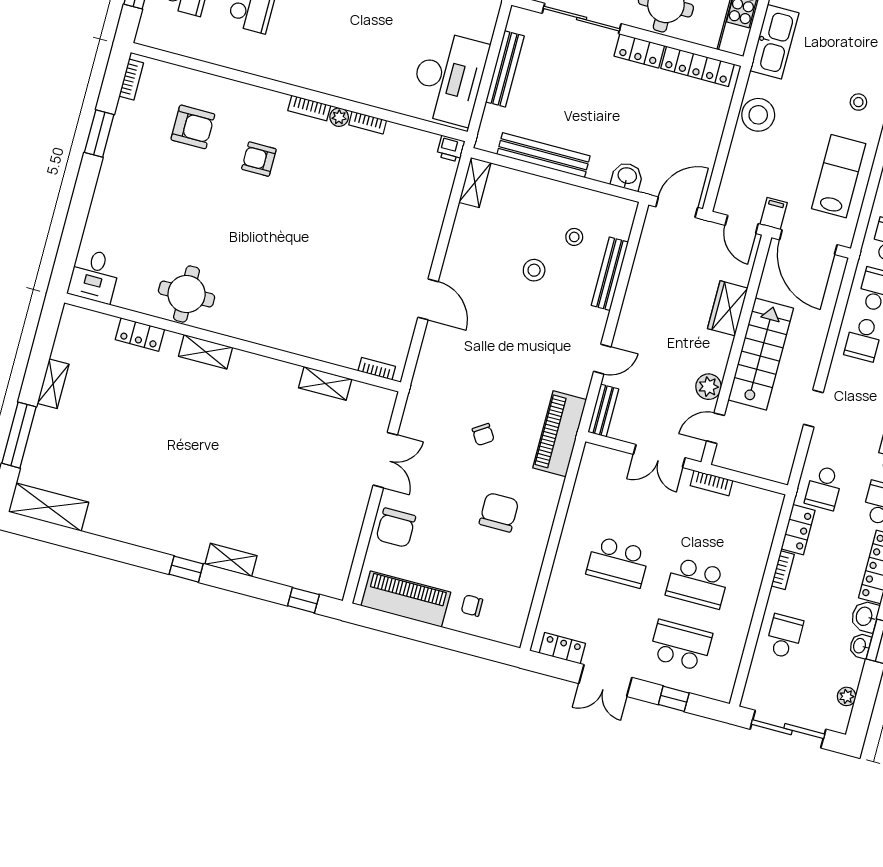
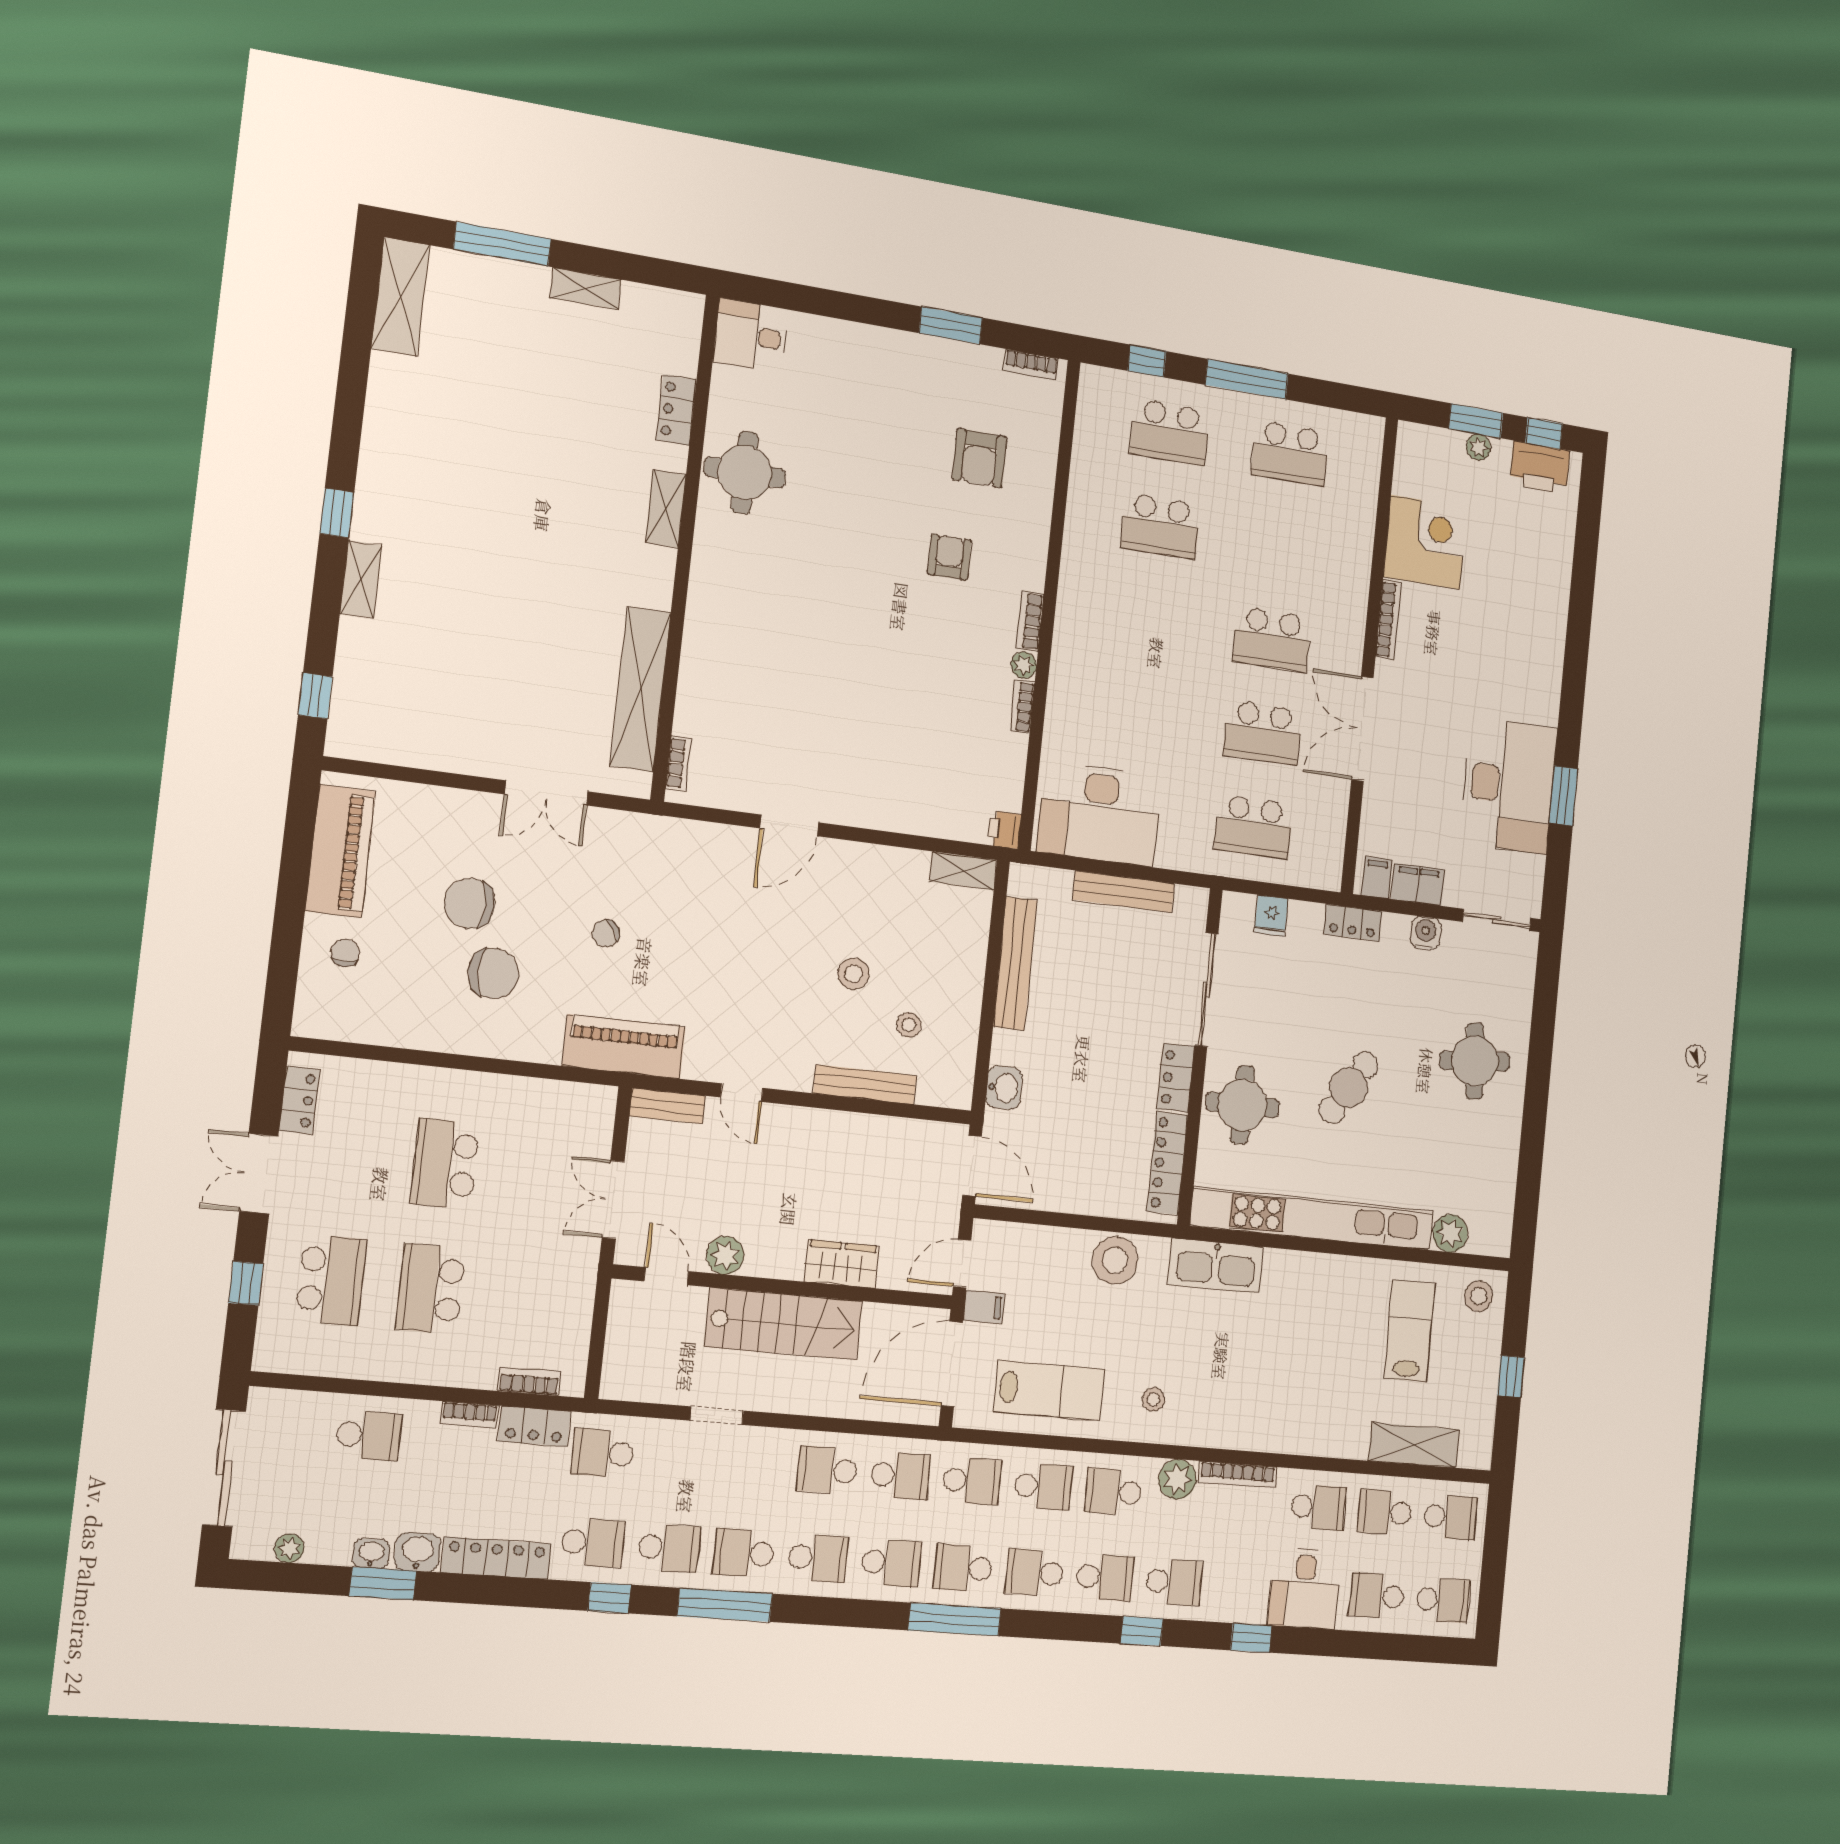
shelving: (325, 383) -> (640, 689), width x2.20, depth x1.33
bookcase: (711, 483) -> (529, 1381), moved, turned 90
chair: (396, 528) -> (470, 903), moved

